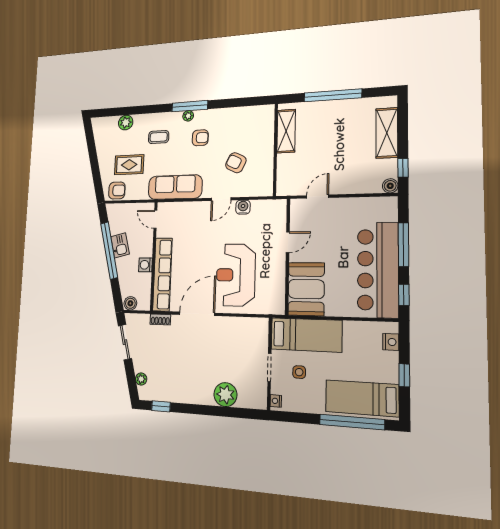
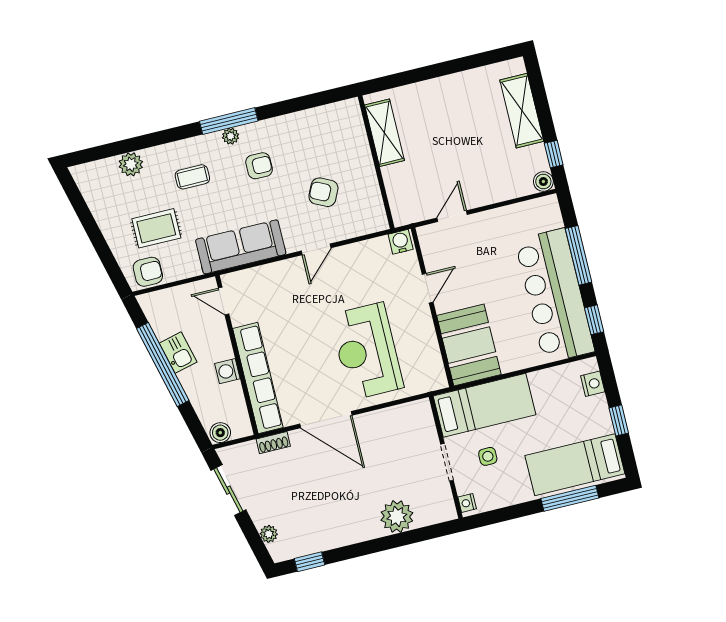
window: (333, 95) -> (437, 70), removed
water cooler: (243, 207) -> (401, 242), moved
door: (197, 314) -> (326, 420), swing flipped
window: (352, 422) -> (570, 498), width x0.68

